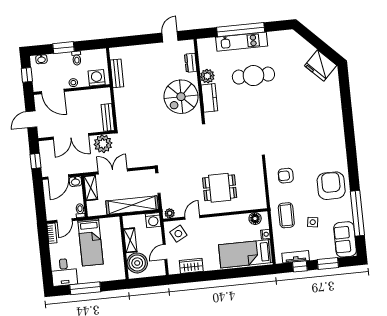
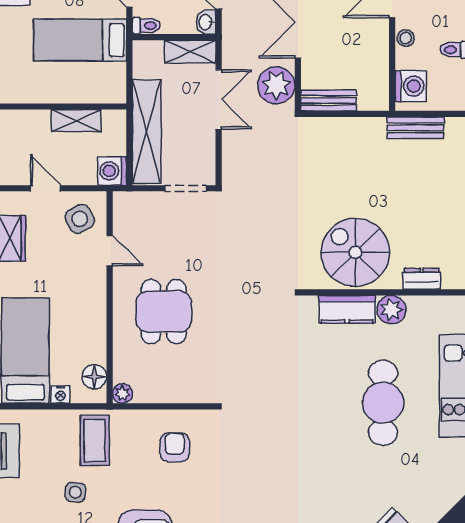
plant: (170, 213) -> (122, 393), moved
coffee table: (286, 215) -> (95, 440), turned 90
boiler: (137, 263) -> (29, 130), removed

